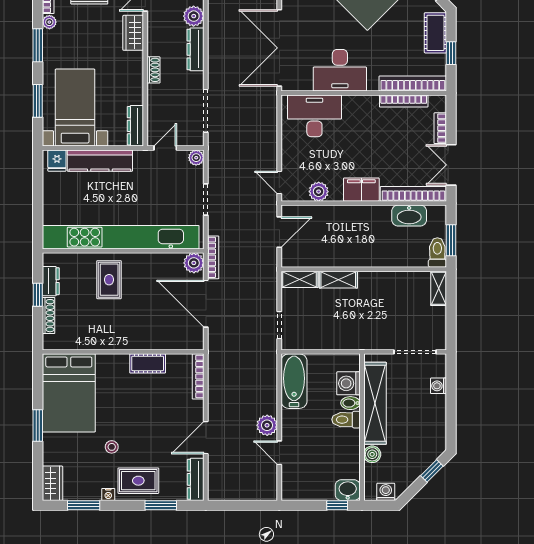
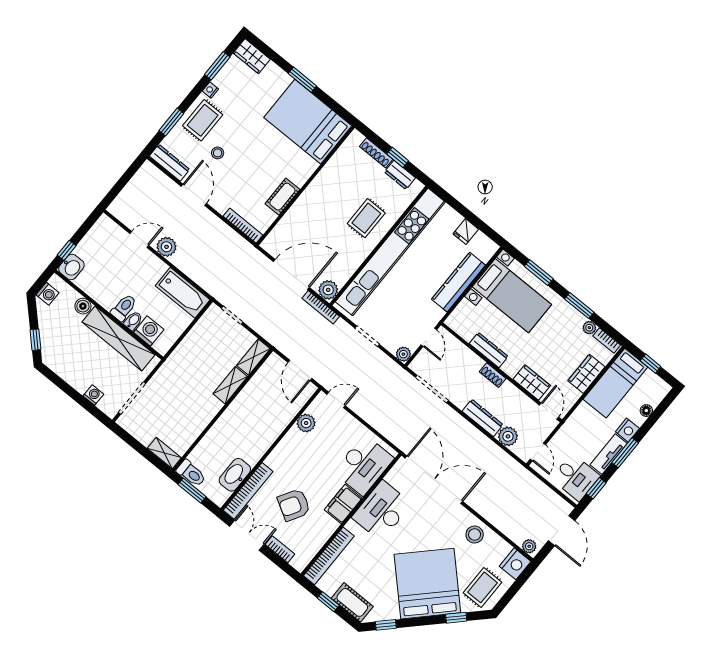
bookcase: (404, 101) -> (321, 539), removed
dresser: (135, 126) -> (489, 350), moved
armchair: (394, 147) -> (294, 505), added
fridge: (57, 161) -> (466, 231), moved, turned -90
filing cabinet: (361, 190) -> (343, 504), moved, turned 180
rug: (109, 280) -> (366, 218), turned 90
stool: (112, 447) -> (218, 153), moved

